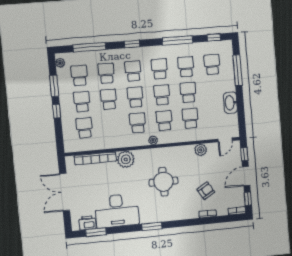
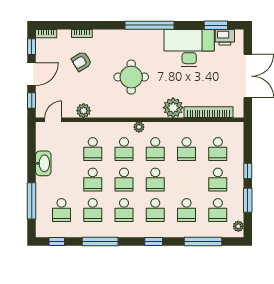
school desk: (109, 99) -> (187, 149), moved
window: (152, 226) -> (150, 25), width x2.11

